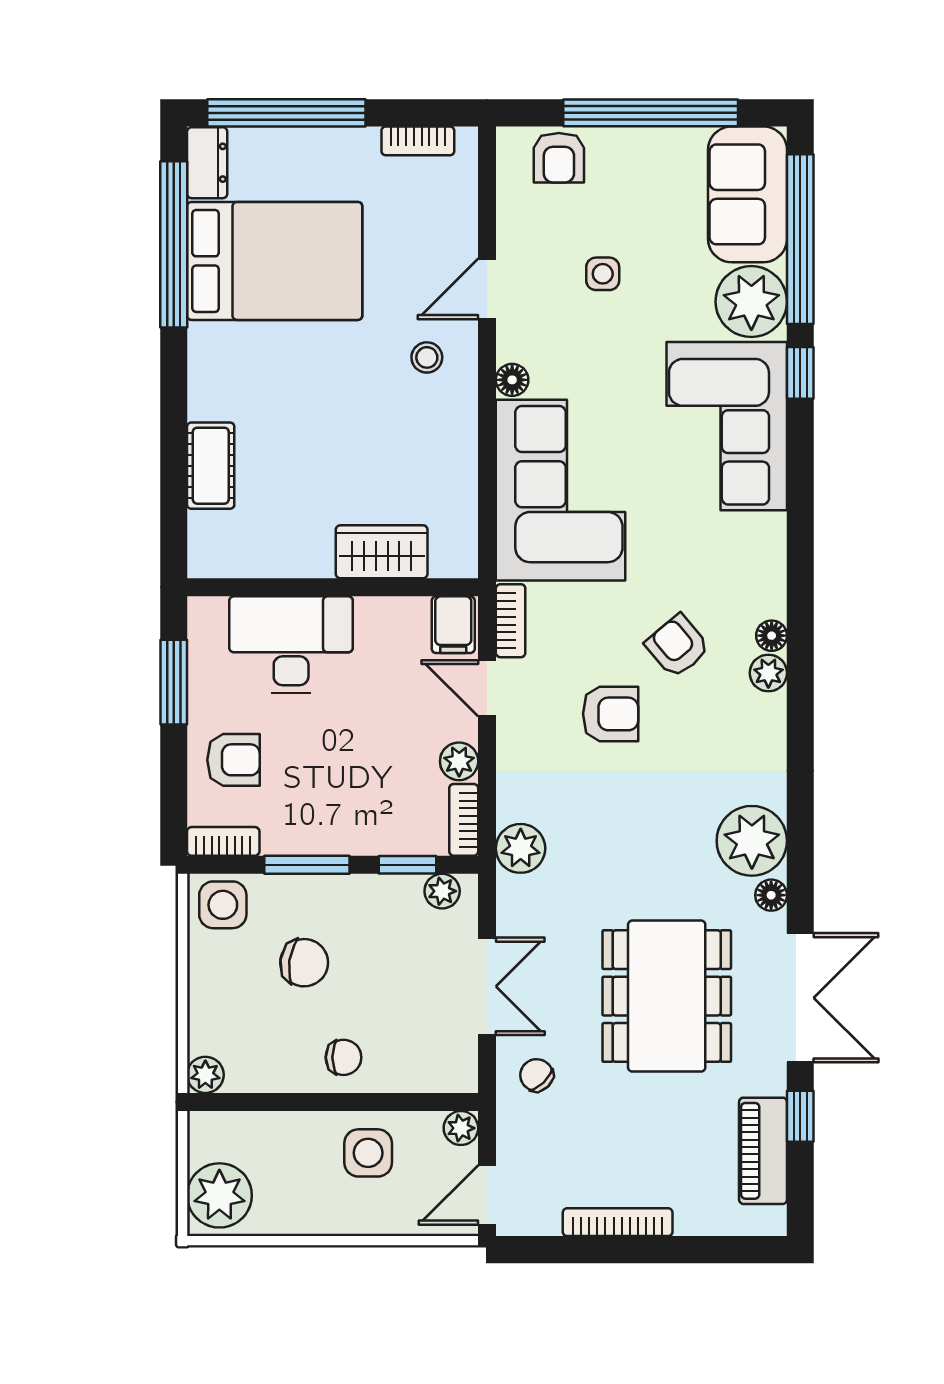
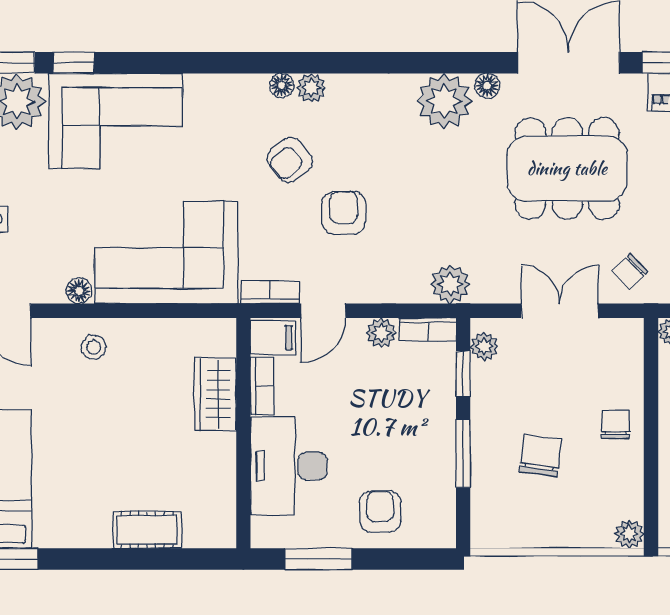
stool: (427, 357) -> (94, 347), moved
bookcase: (223, 841) -> (262, 386), moved, turned 180
side table: (223, 905) -> (495, 520), removed

